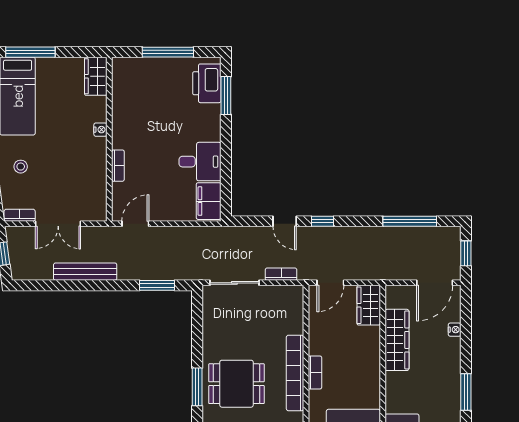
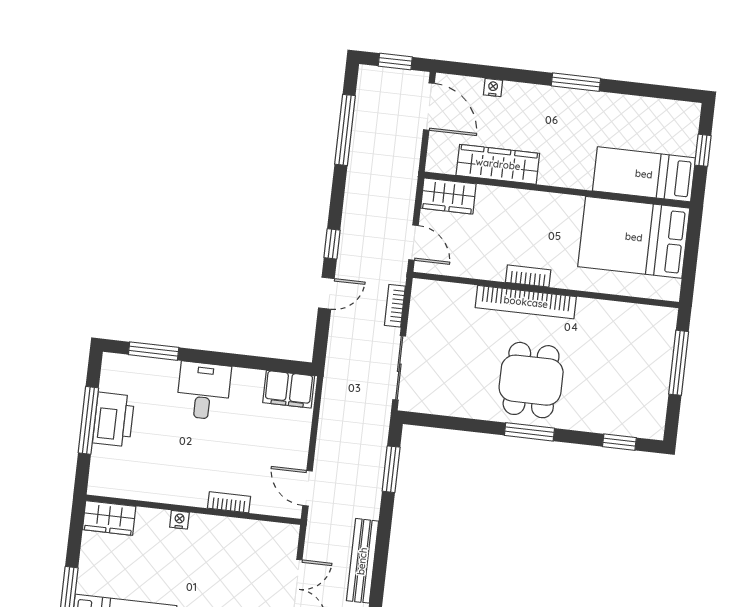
printer: (207, 83) -> (113, 420), moved, turned -90
desk: (200, 162) -> (204, 391), moved

